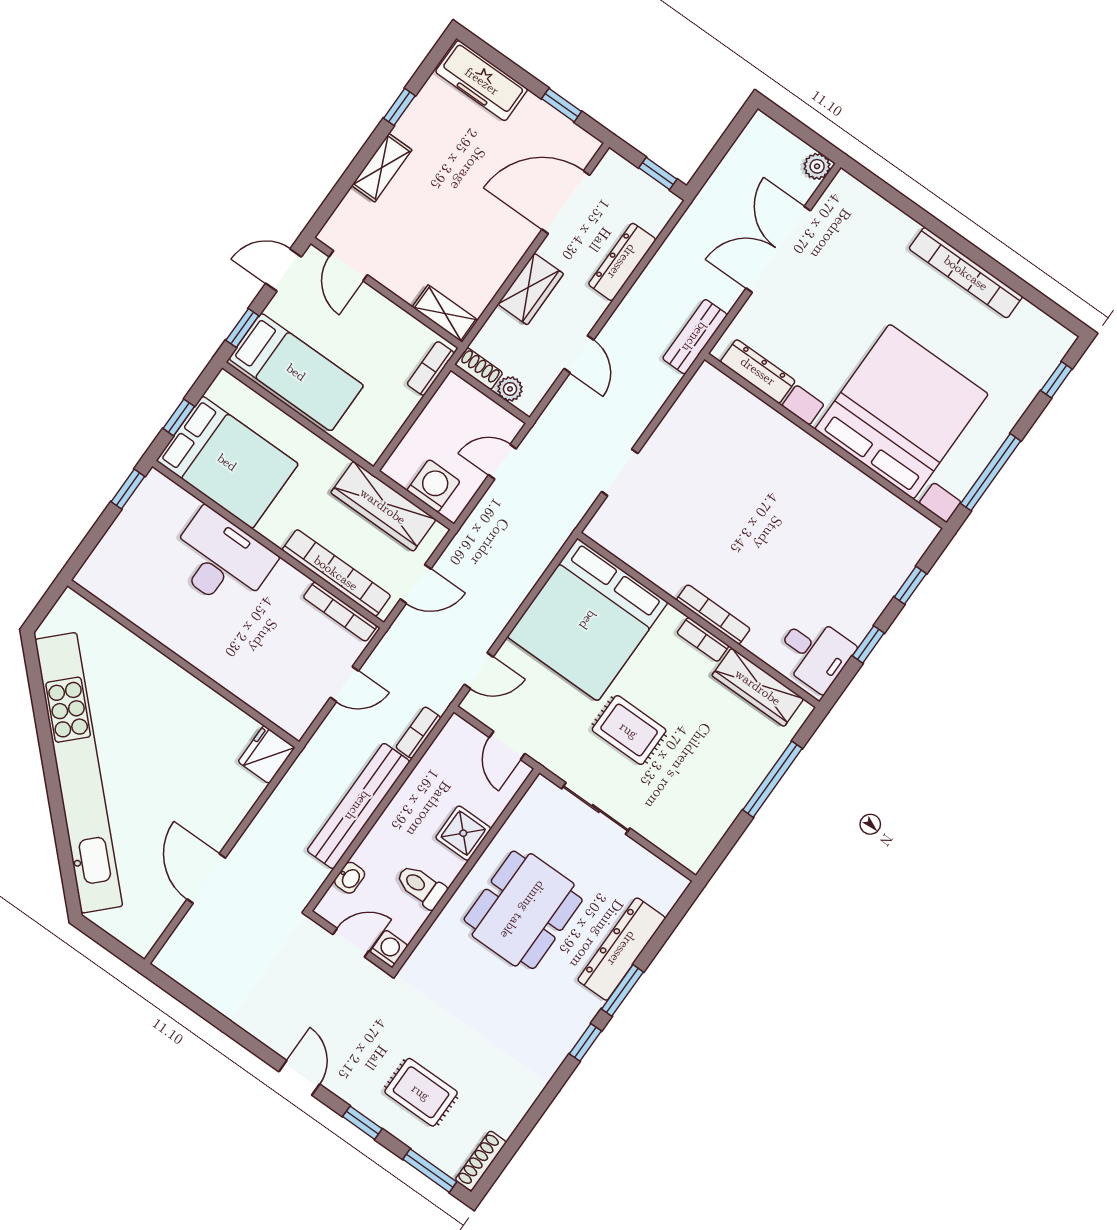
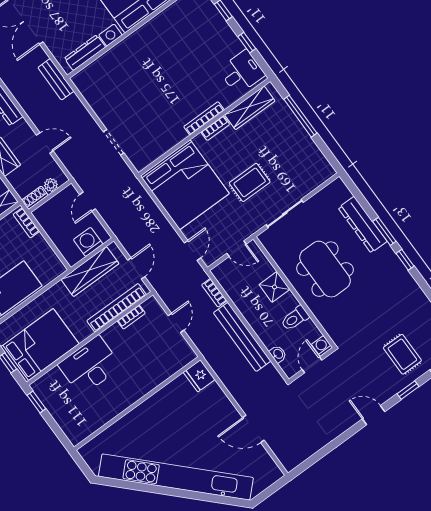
bookcase: (340, 612) -> (131, 317), width x0.64
rug: (421, 1092) -> (402, 354), turned 90

